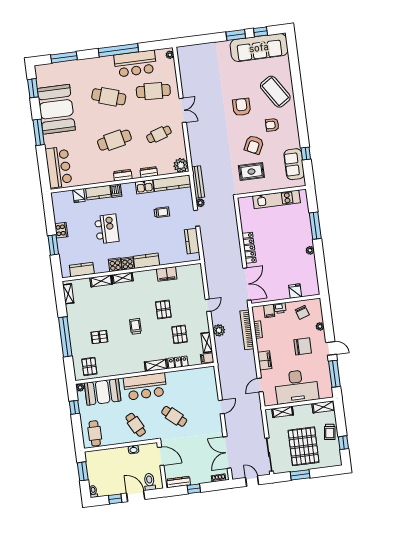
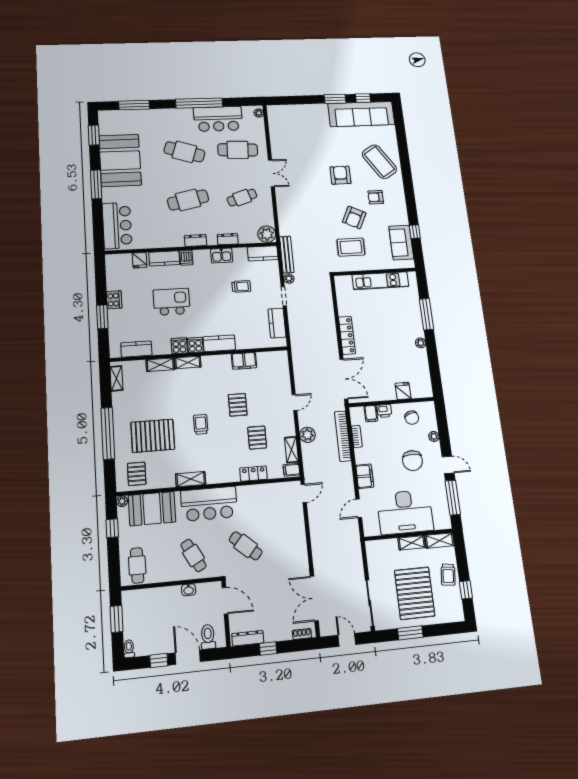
kitchen counter: (172, 183) -> (263, 253), width x0.67
kitchen island: (107, 229) -> (172, 302), turned -90
pallet: (99, 337) -> (153, 436), width x2.05, depth x2.00
chair: (303, 346) -> (412, 461), turned 90
shelving: (156, 365) -> (191, 479), moved
door: (221, 407) -> (304, 493), moved
shelving: (283, 412) -> (412, 543), moved

